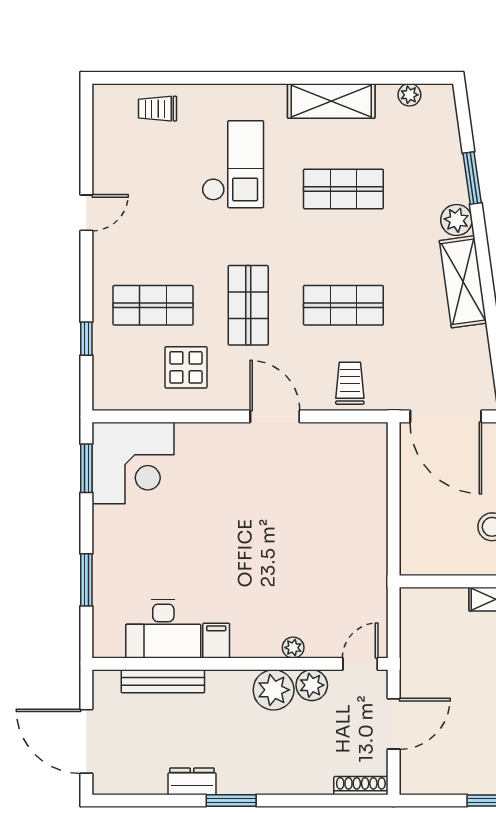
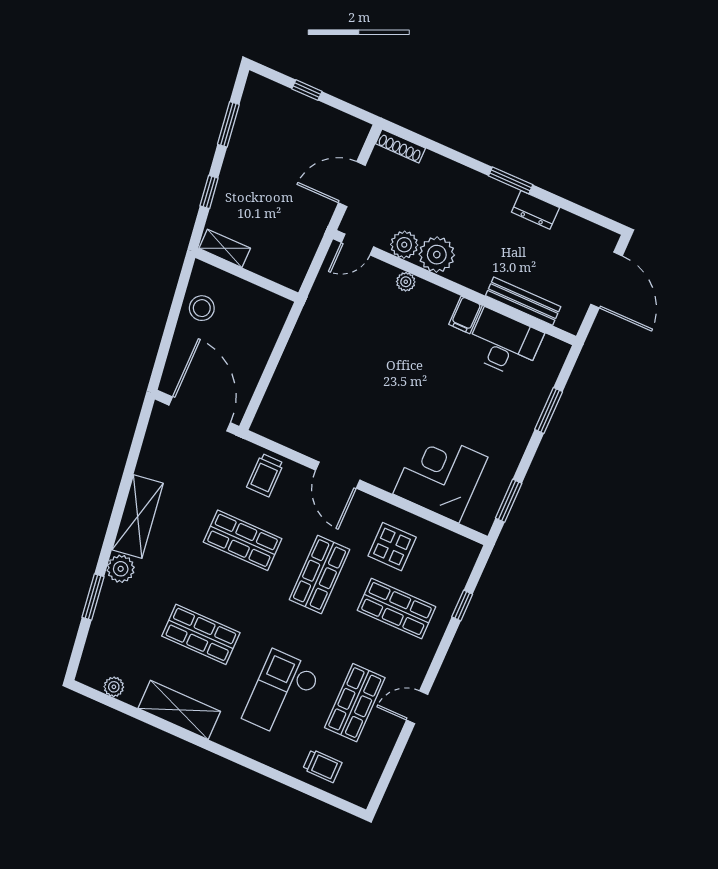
shop shelf: (153, 189) -> (355, 703), added
corner desk: (133, 463) -> (440, 476), moved

